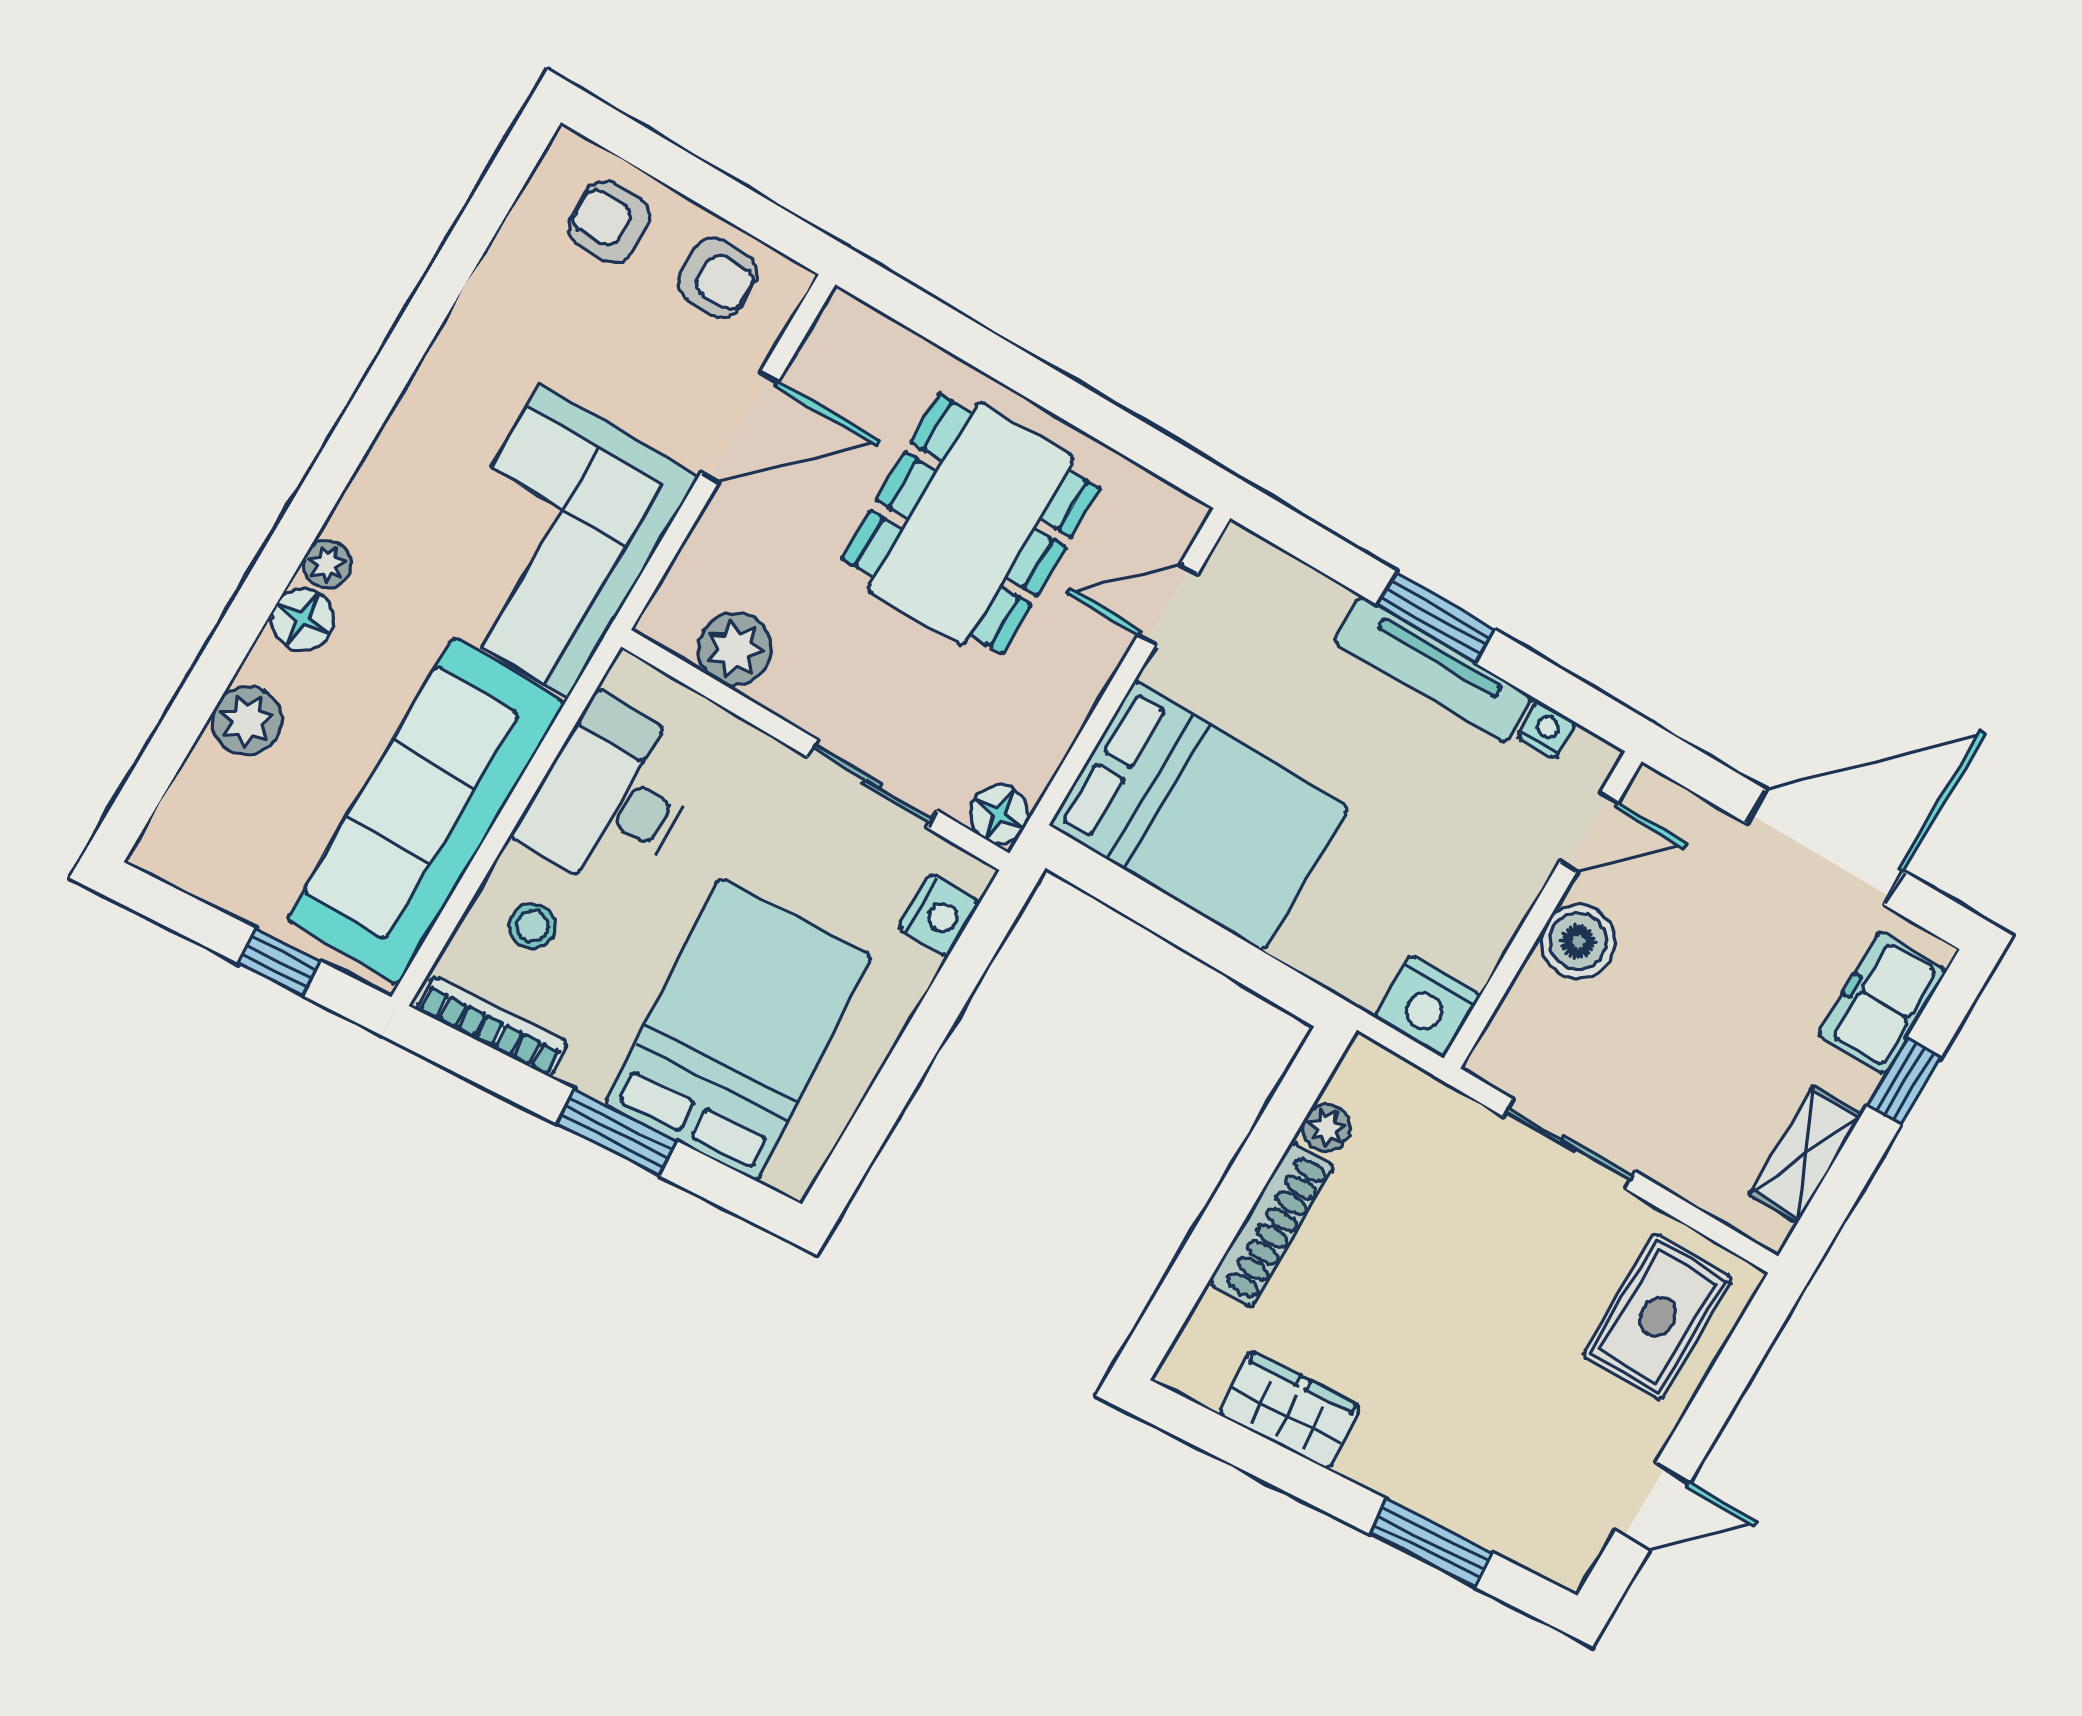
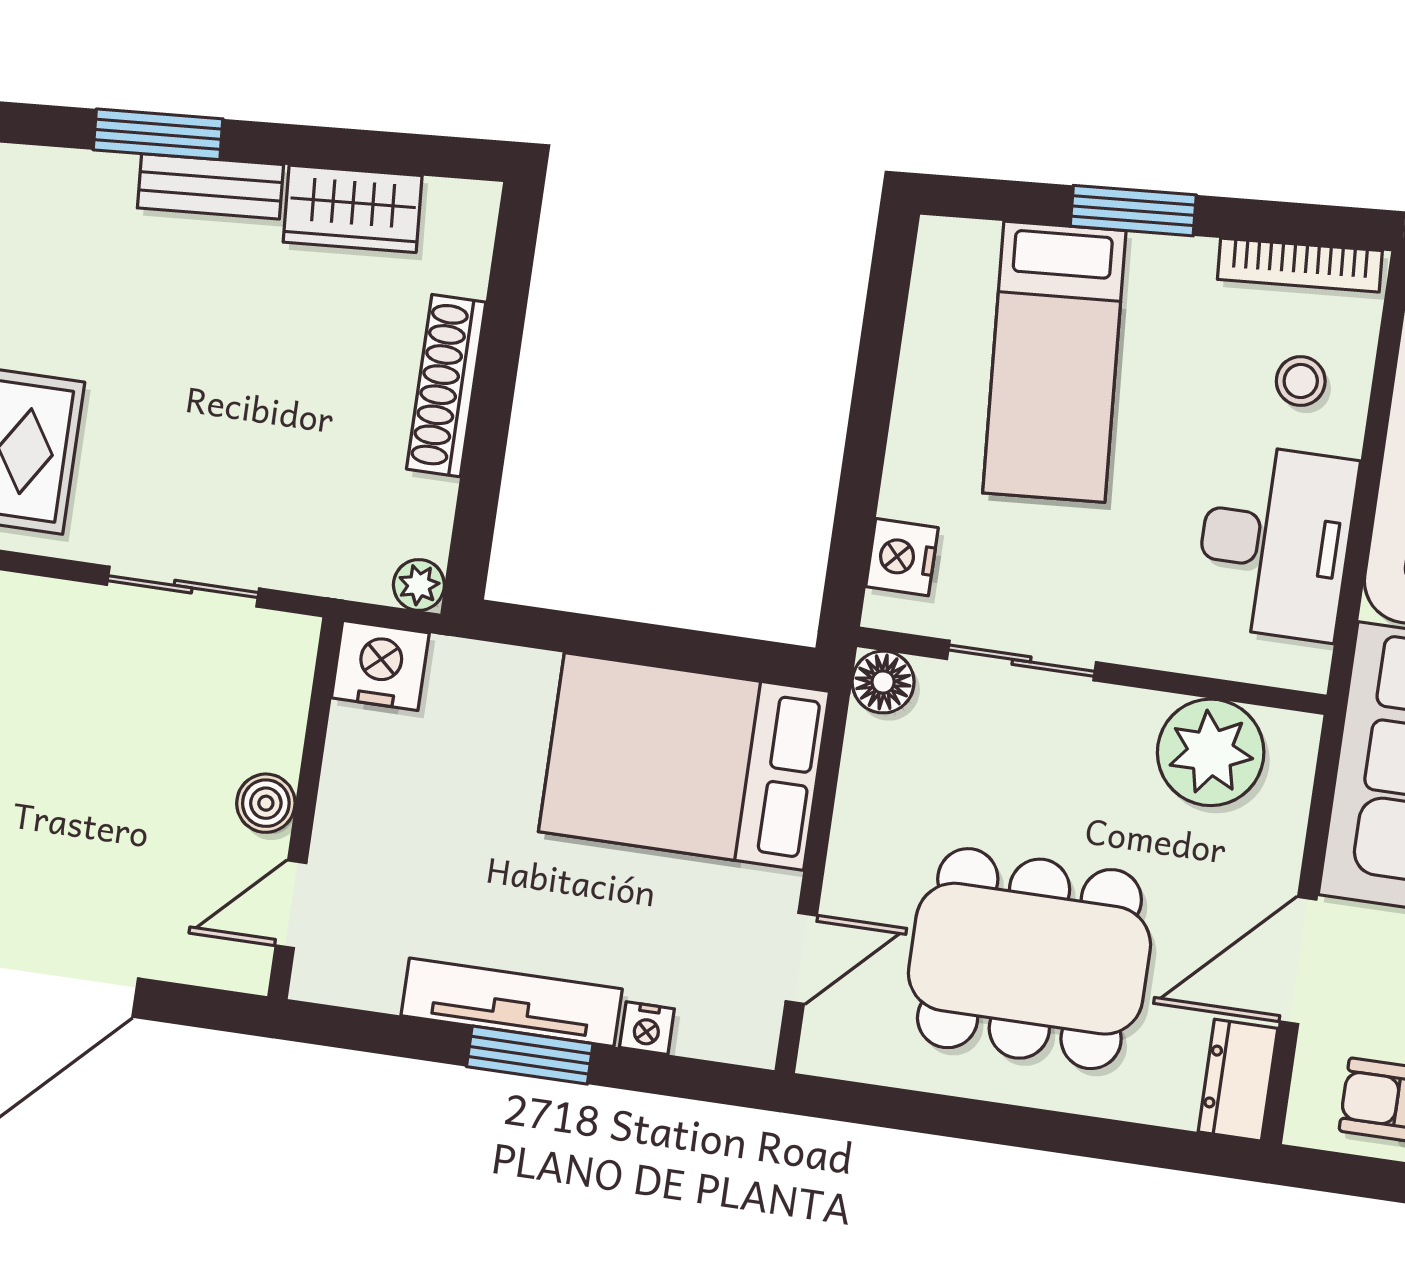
dresser: (834, 345) -> (1238, 1080), added
dining table: (971, 524) -> (1029, 959), turned 90
plant: (735, 649) -> (1211, 752), width x1.36, depth x1.36
nightstand: (1546, 730) -> (647, 1028), moved
boiler: (1578, 942) -> (266, 803), width x0.73, depth x0.73
bed: (738, 1030) -> (1054, 362), width x0.67
plant: (1326, 1128) -> (419, 585), moved
bench: (1404, 1480) -> (211, 186), added

